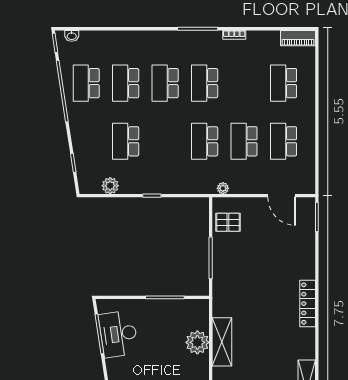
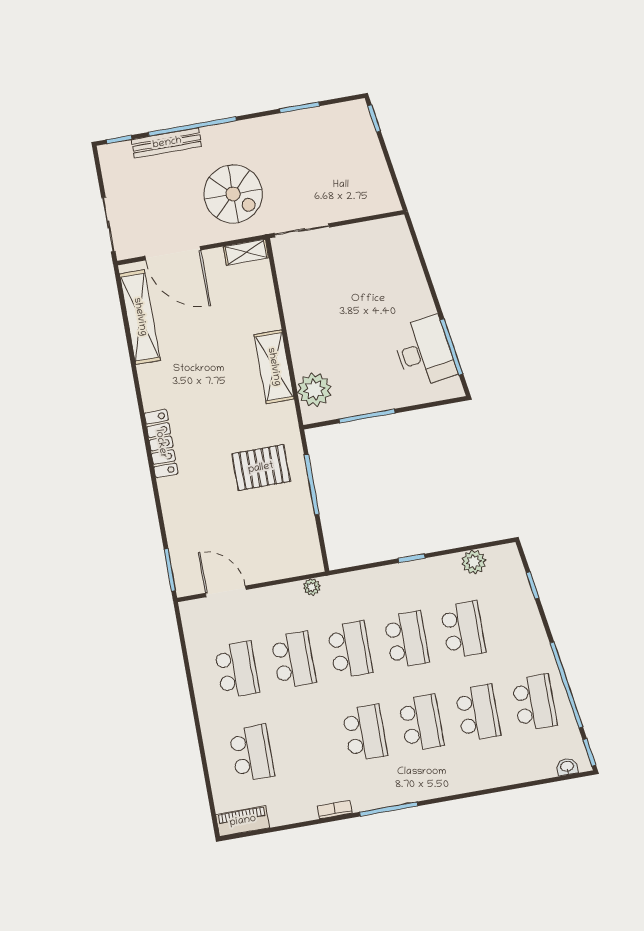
school desk: (165, 141) -> (406, 640), added
pallet: (228, 222) -> (261, 468), moved, width x1.50, depth x1.42
plant: (197, 342) -> (314, 390), moved

